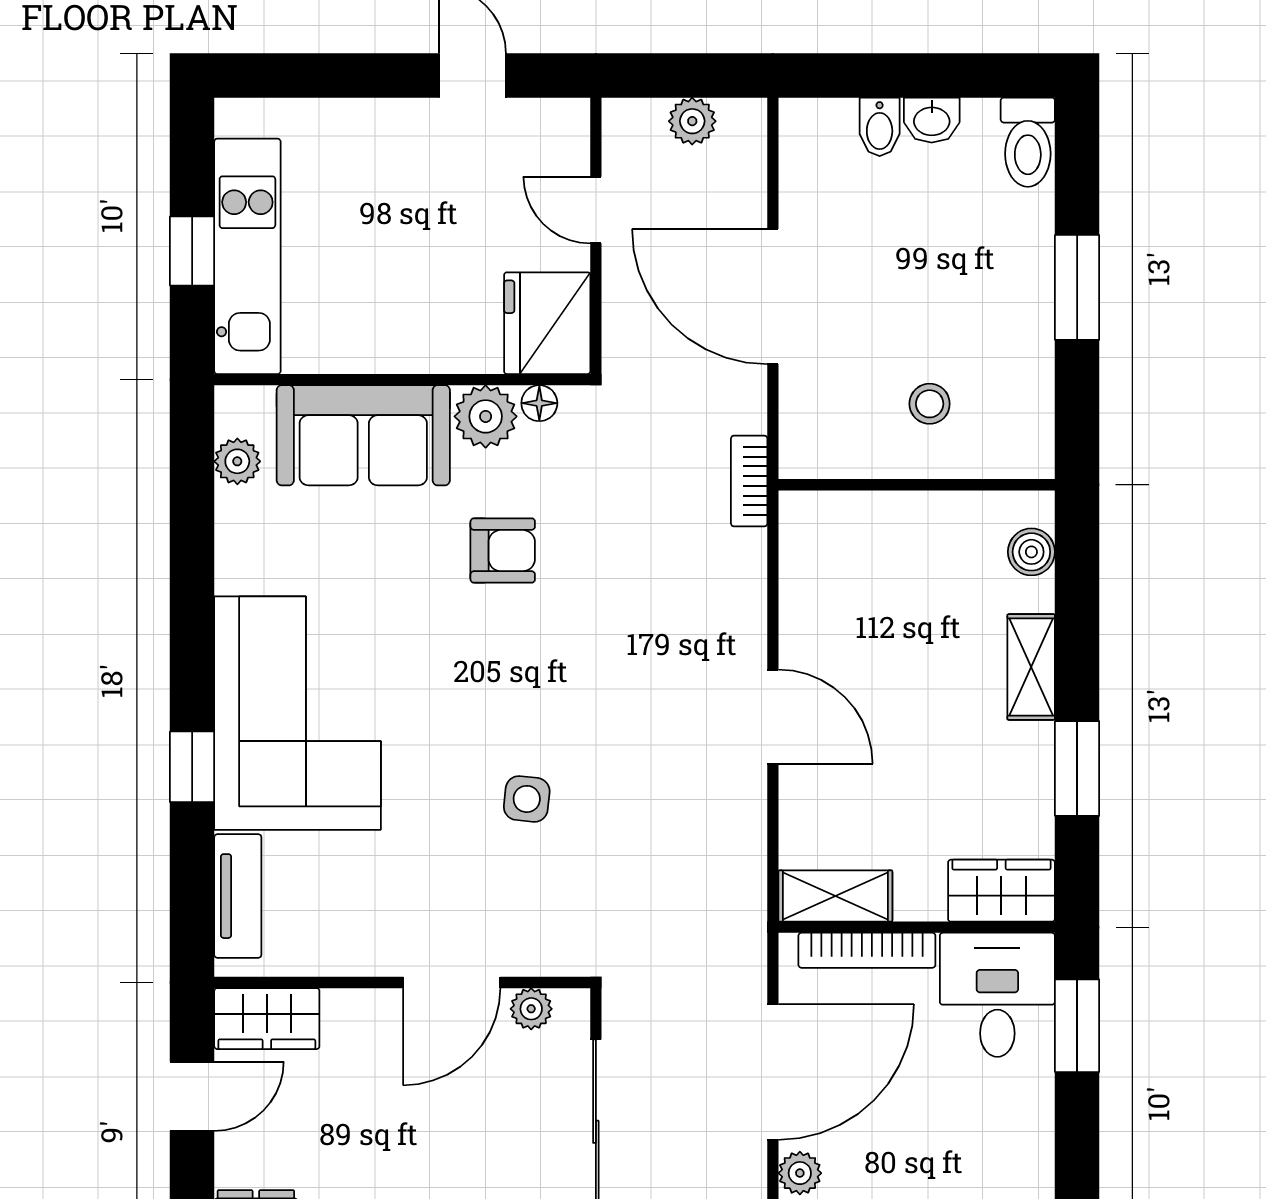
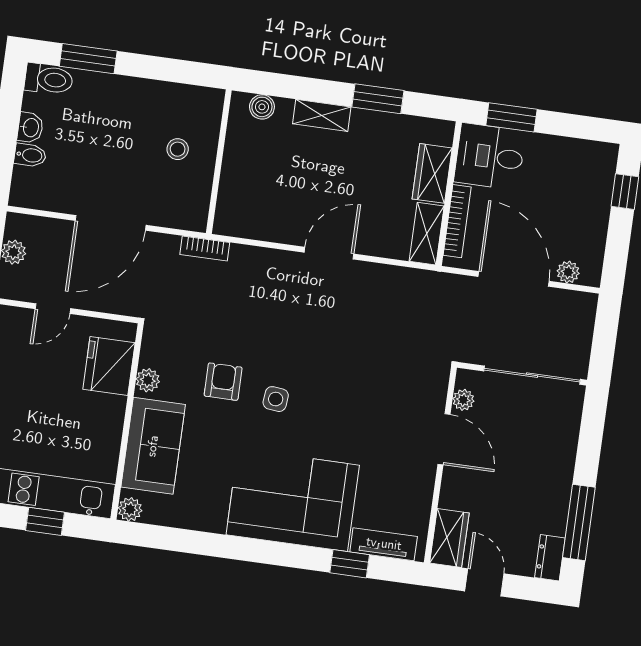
window: (1077, 287) -> (88, 59), moved
fridge: (547, 323) -> (109, 366), moved, turned 90
floor lamp: (539, 403) -> (149, 352), removed
plant: (486, 416) -> (148, 380), width x0.73, depth x0.73
plant: (237, 461) -> (130, 509), moved
window: (192, 767) -> (350, 564), moved
side table: (527, 799) -> (276, 399), moved
wardrobe: (1001, 891) -> (432, 173), moved

